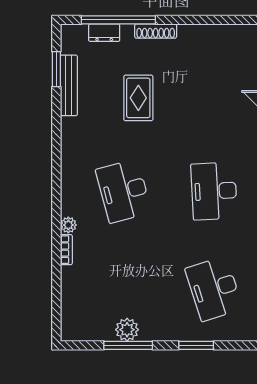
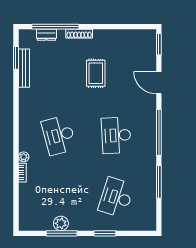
rug: (138, 98) -> (96, 73), moved
desk: (214, 289) -> (116, 197), turned 36

